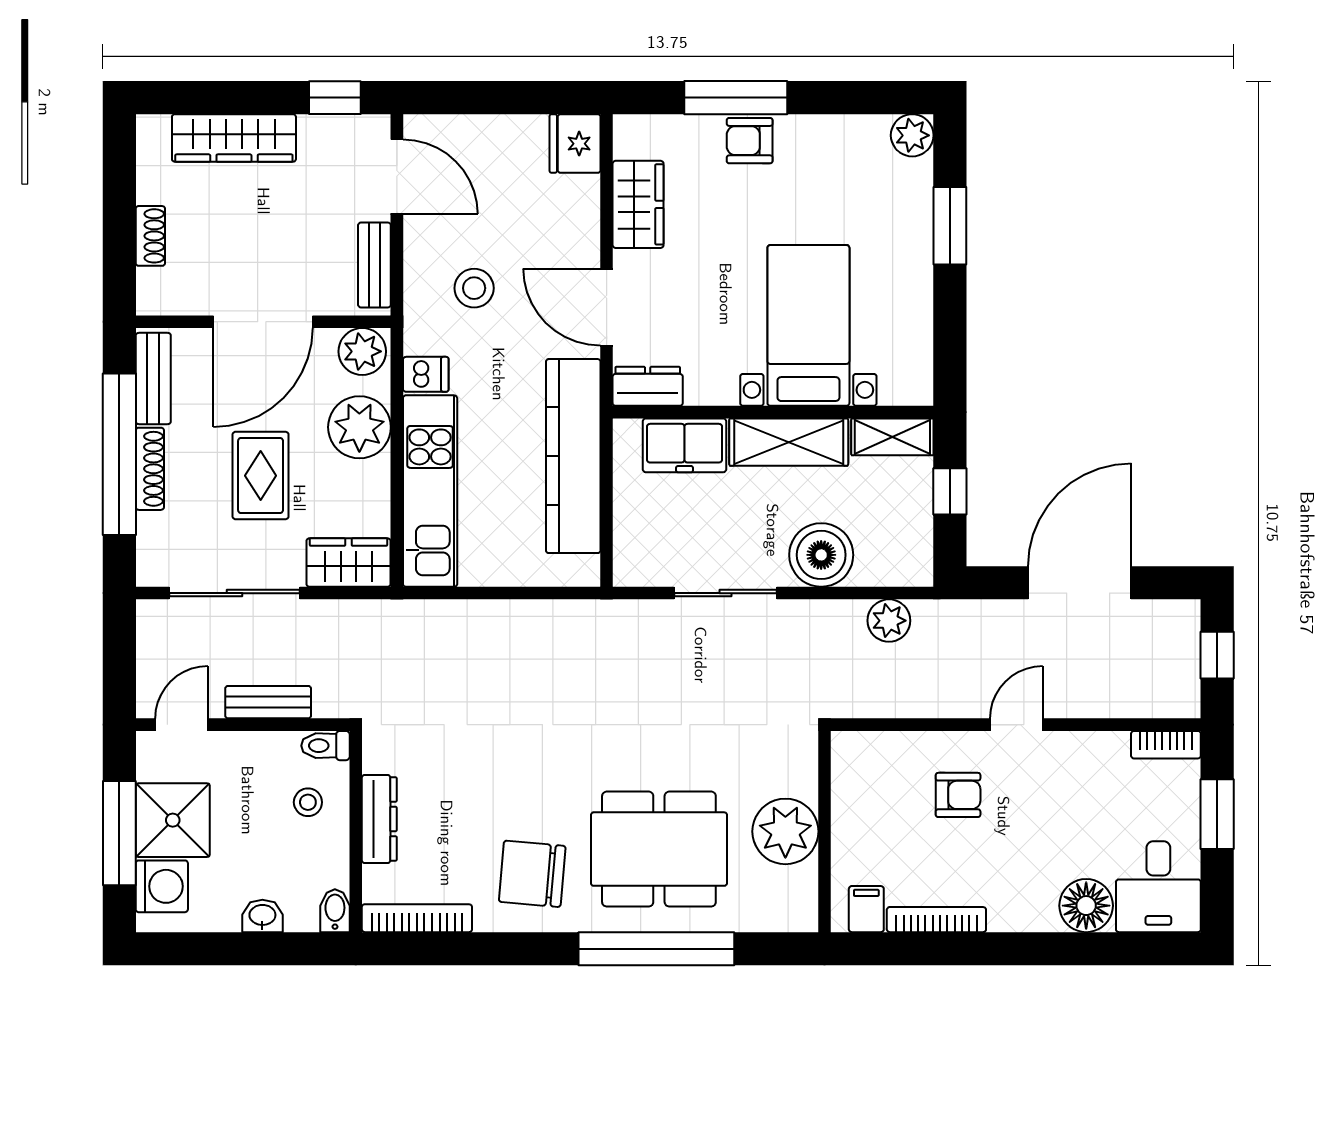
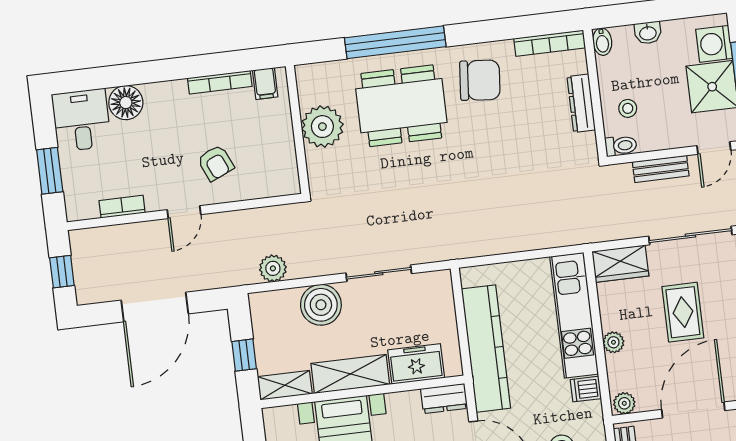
plant: (362, 351) -> (624, 403), width x0.73, depth x0.73
plant: (359, 427) -> (613, 342), width x0.53, depth x0.53
bookcase: (1166, 745) -> (122, 207), moved
armchair: (958, 795) -> (216, 163), turned -114

